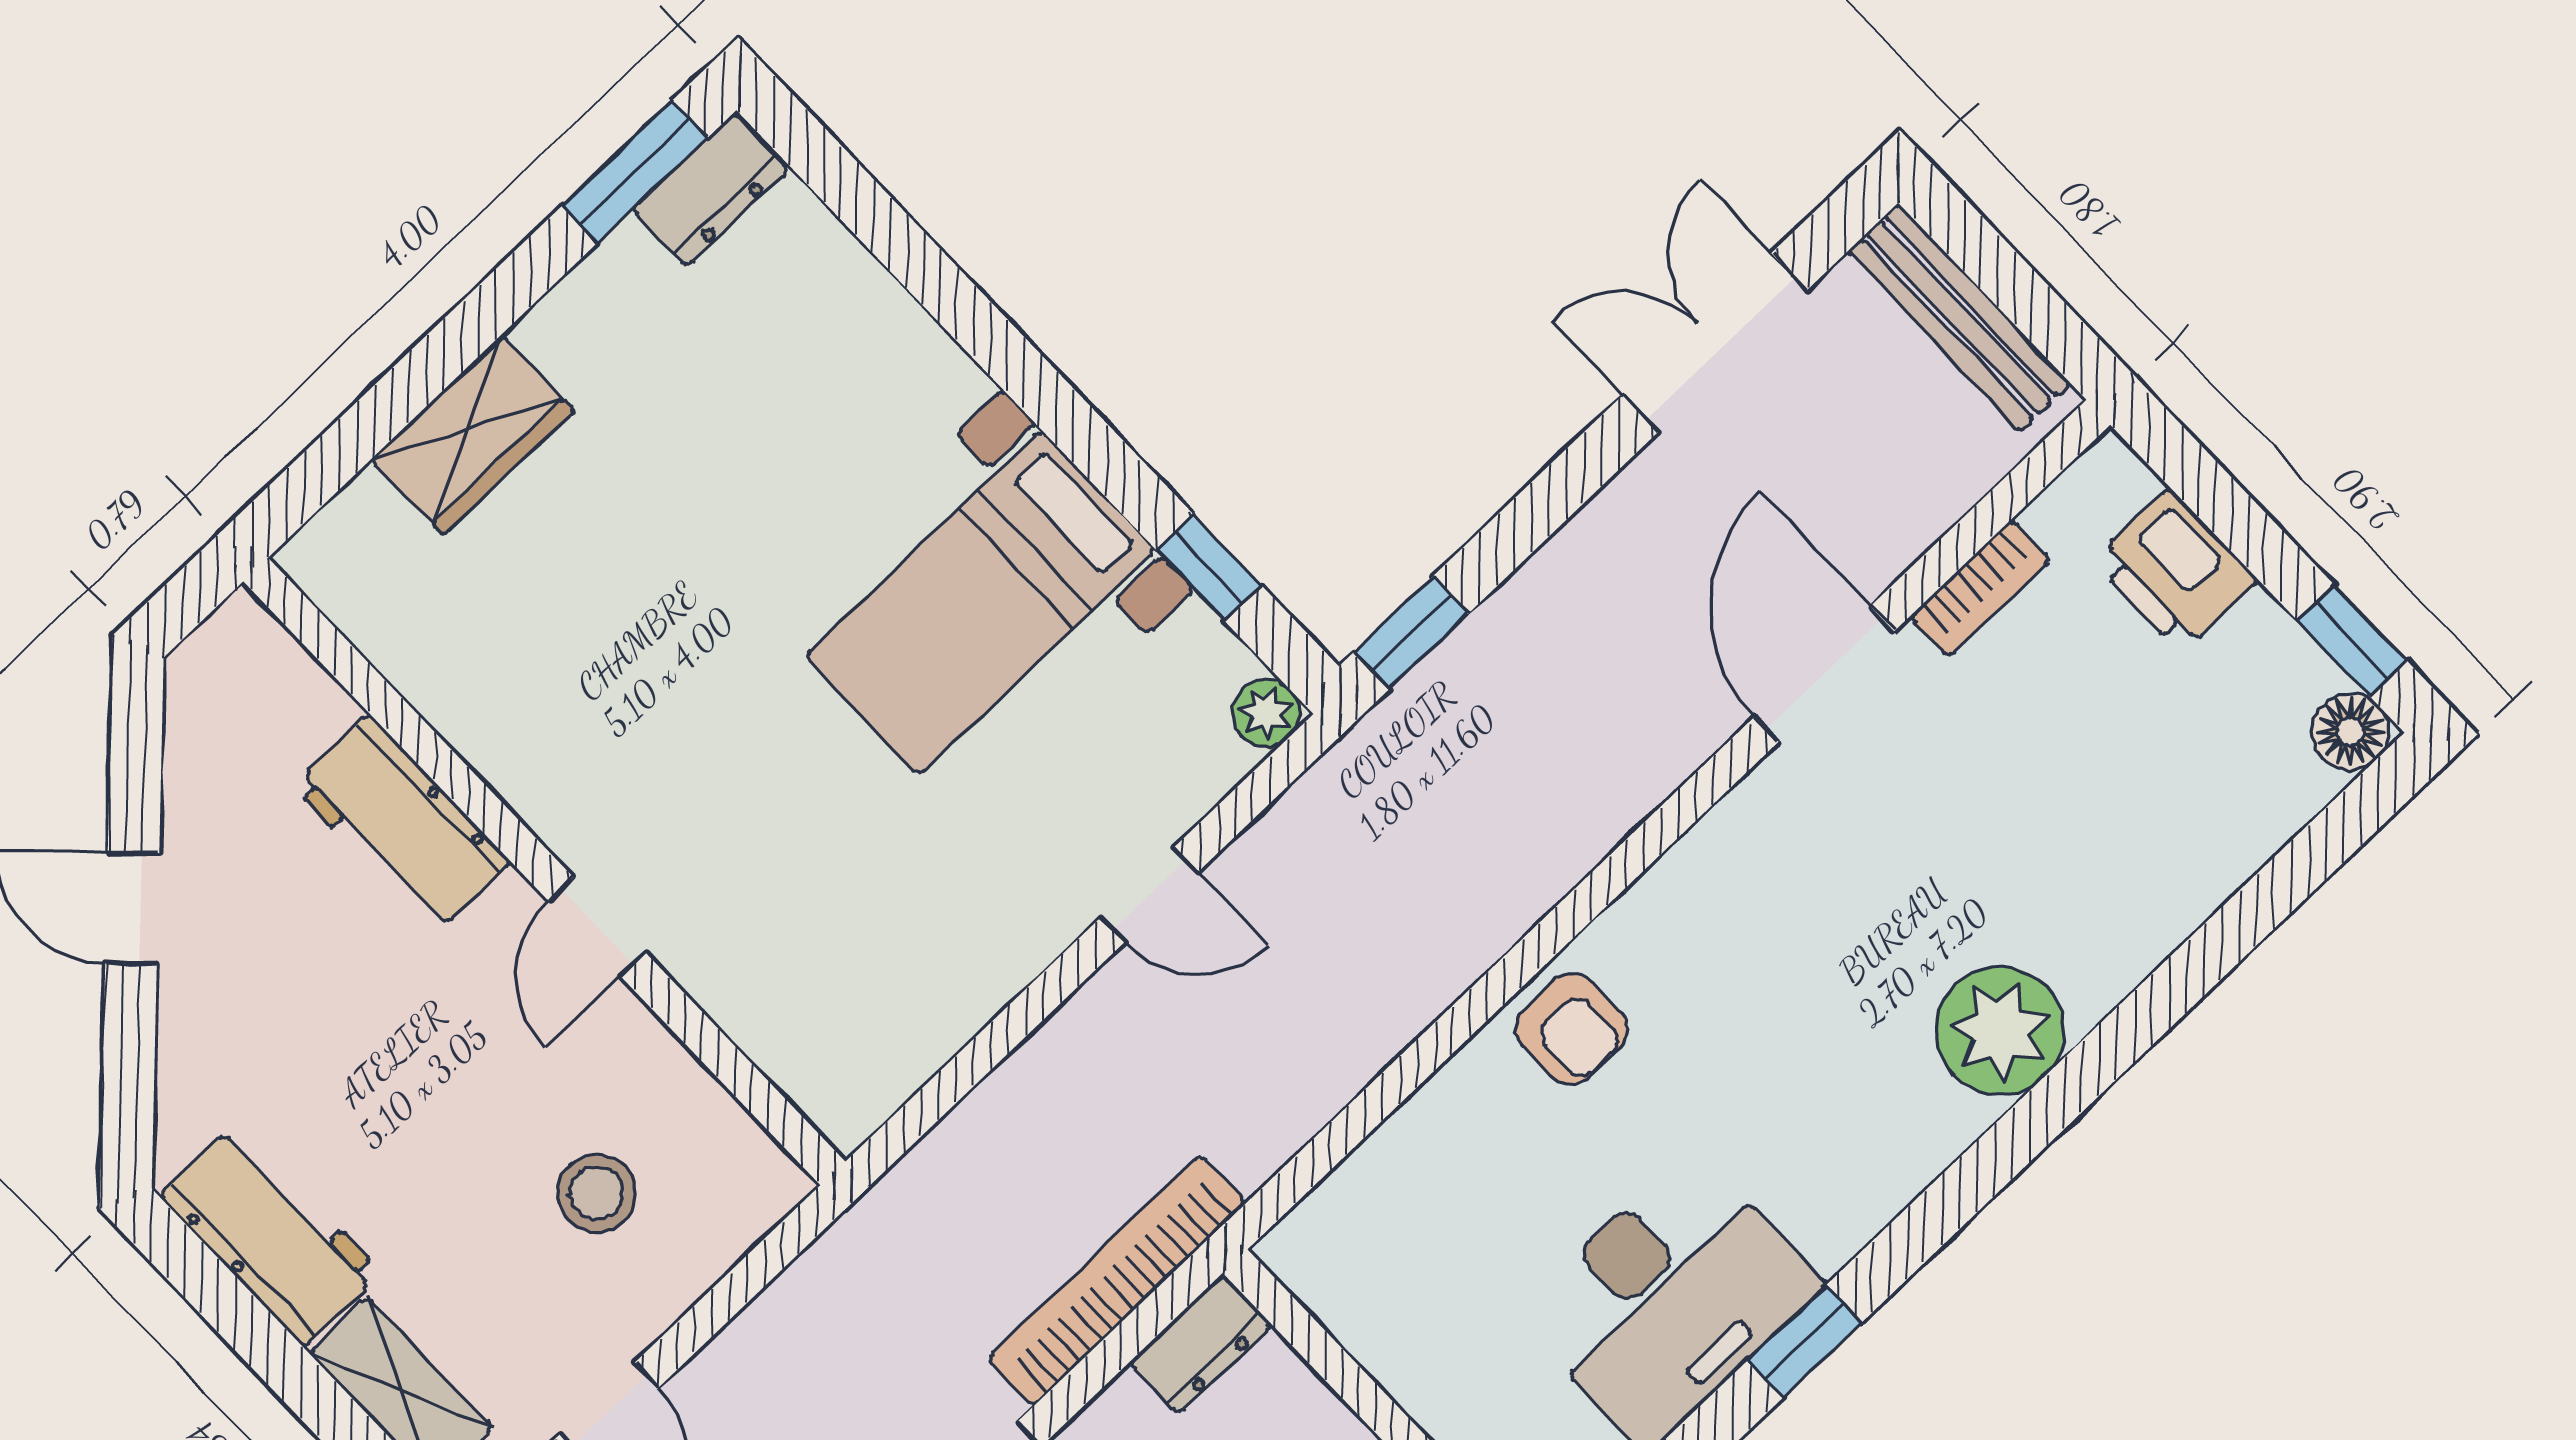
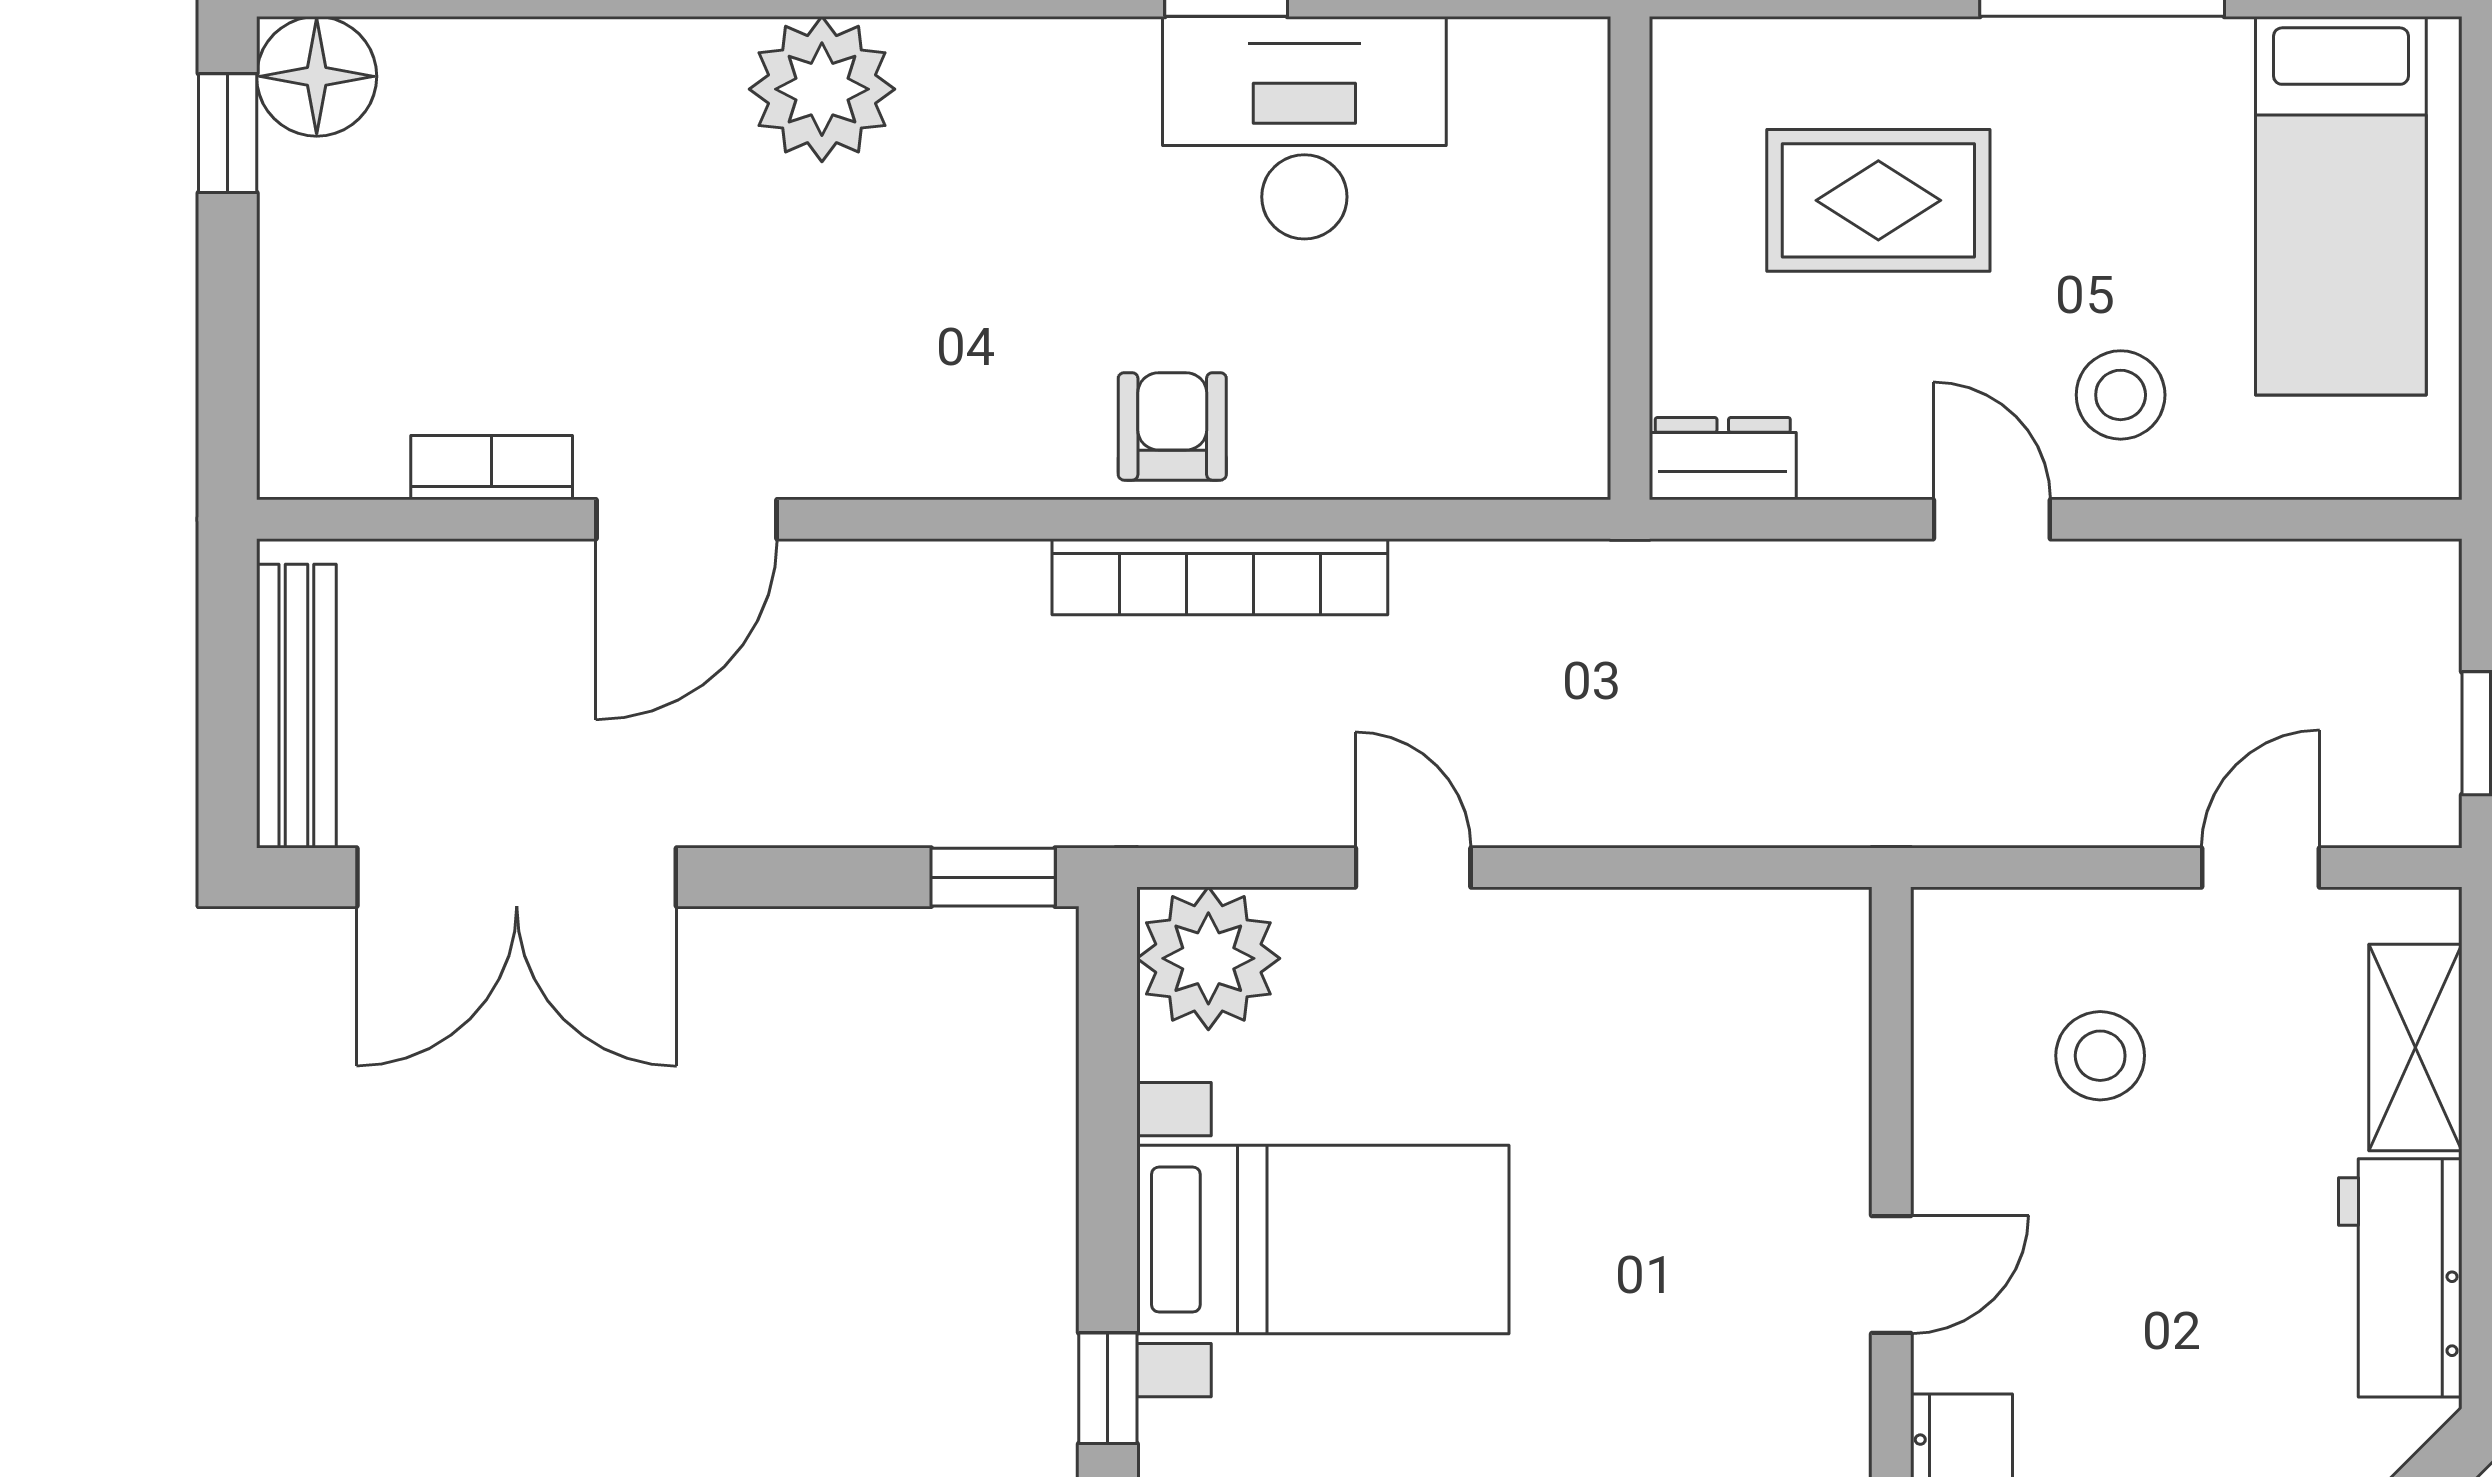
double door: (1715, 343) -> (517, 877), width x1.37
window: (1209, 568) -> (1108, 1388), moved
printer: (2175, 571) -> (318, 329), removed
plant: (1266, 713) -> (1208, 958), width x1.88, depth x1.88
floor lamp: (2350, 732) -> (317, 76), width x1.38, depth x1.38
bookcase: (1117, 1280) -> (1220, 577), moved

